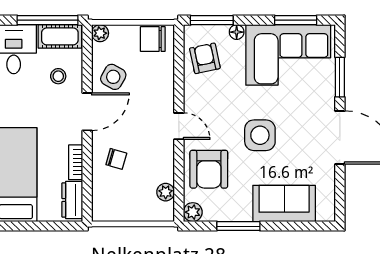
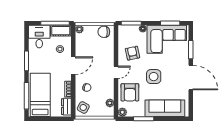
armchair: (205, 58) -> (132, 53), moved
side table: (113, 77) -> (83, 107), moved
door: (179, 126) -> (116, 72), hinge flipped
sofa: (284, 203) -> (165, 108), width x1.36

